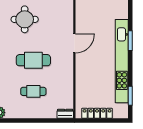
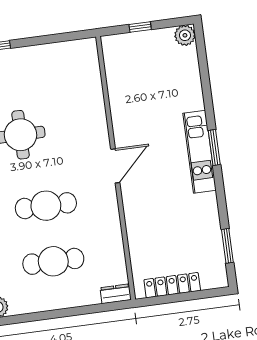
kitchen unit: (122, 61) -> (199, 152), width x0.54
cafe table: (33, 91) -> (53, 261), width x1.37, depth x1.35

